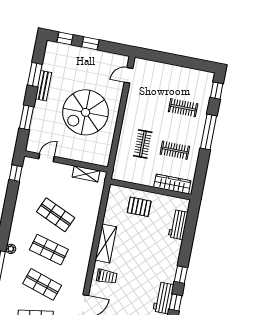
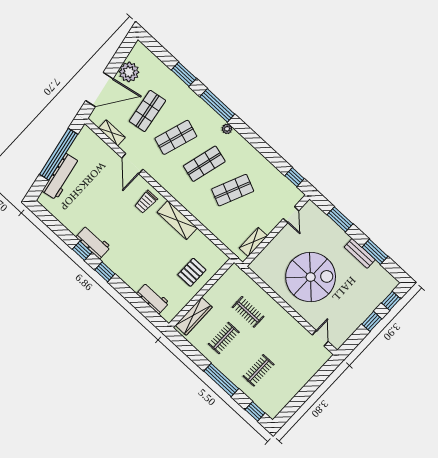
spiral stairs: (85, 112) -> (311, 277), turned 90

